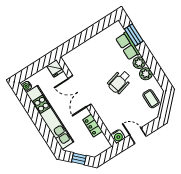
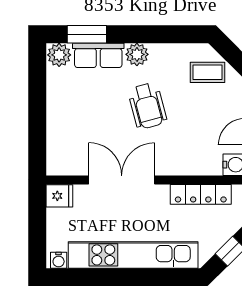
plant: (146, 74) -> (59, 55), moved
double door: (80, 91) -> (122, 180), swing flipped
locker: (93, 125) -> (201, 194), width x1.53

